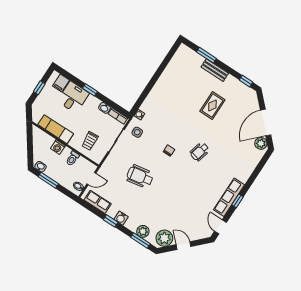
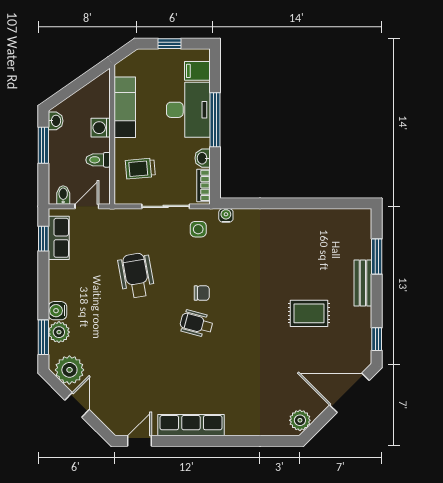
window: (90, 90) -> (215, 120), width x2.17
desk: (73, 97) -> (188, 110), width x1.37
door: (266, 123) -> (349, 393), moved
wheelchair: (200, 152) -> (196, 324), moved
door: (91, 178) -> (87, 206), swing flipped
window: (237, 201) -> (194, 441), removed
water cooler: (121, 218) -> (57, 311), moved
window: (111, 221) -> (43, 239), moved

